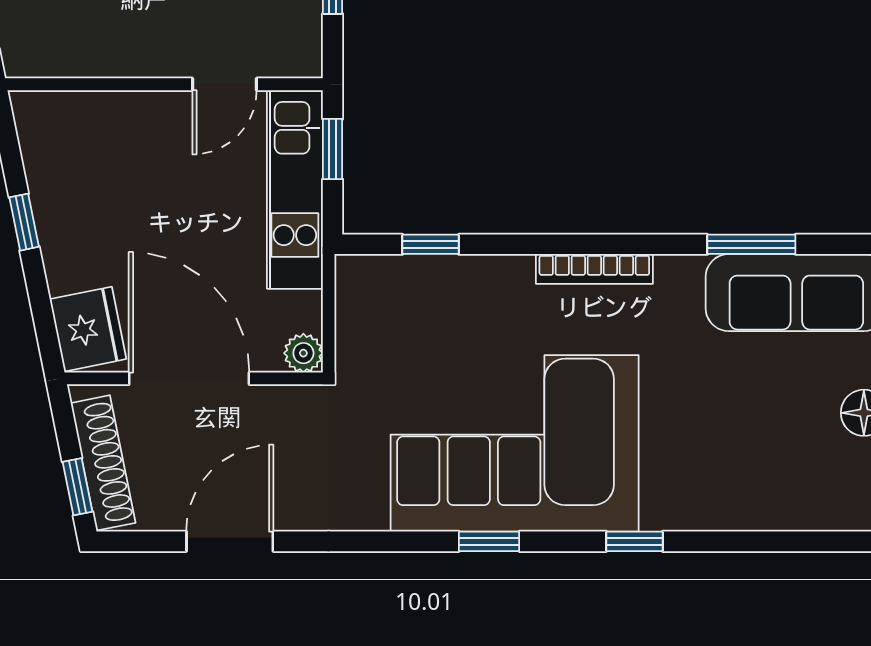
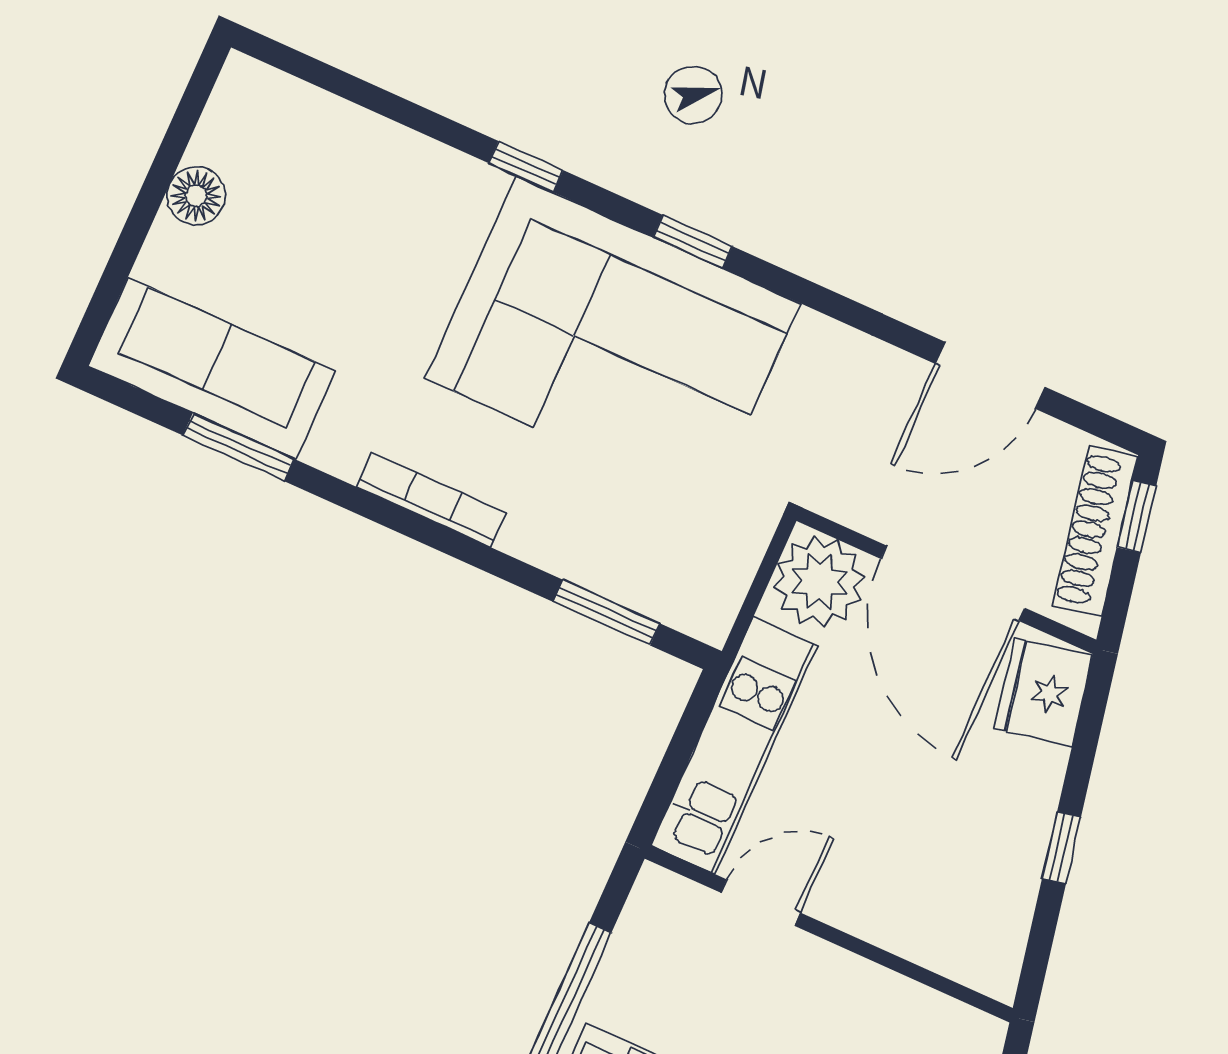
window: (333, 149) -> (670, 773), removed
window: (431, 244) -> (607, 613), width x1.50
plant: (303, 353) -> (819, 582), width x1.88, depth x1.88

